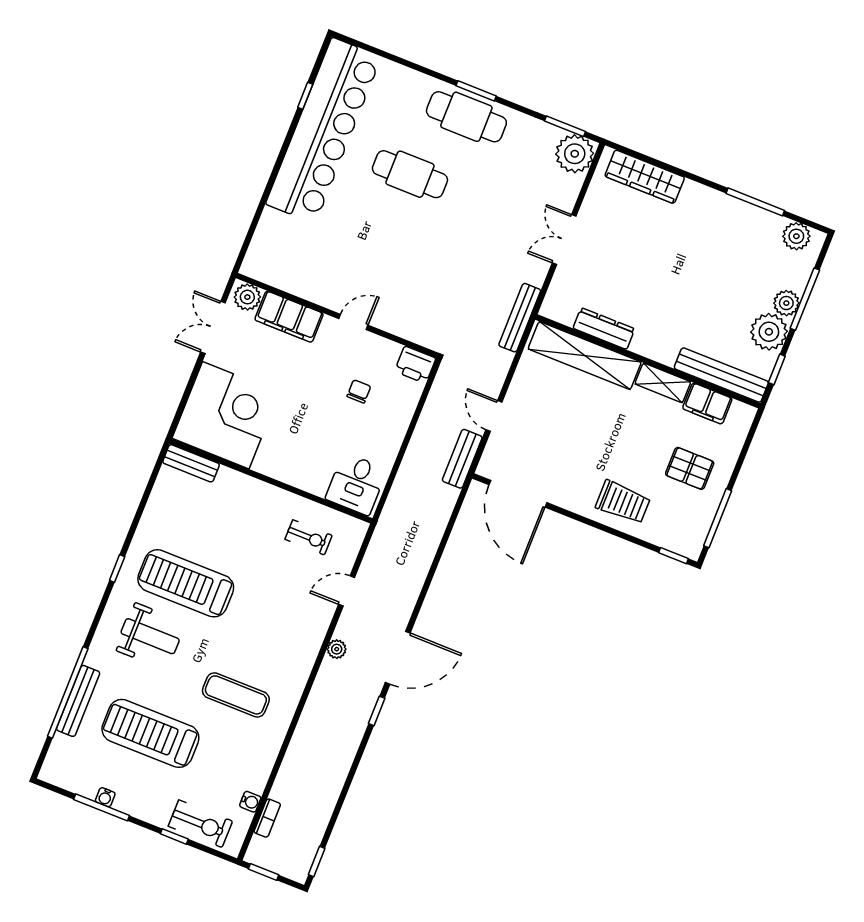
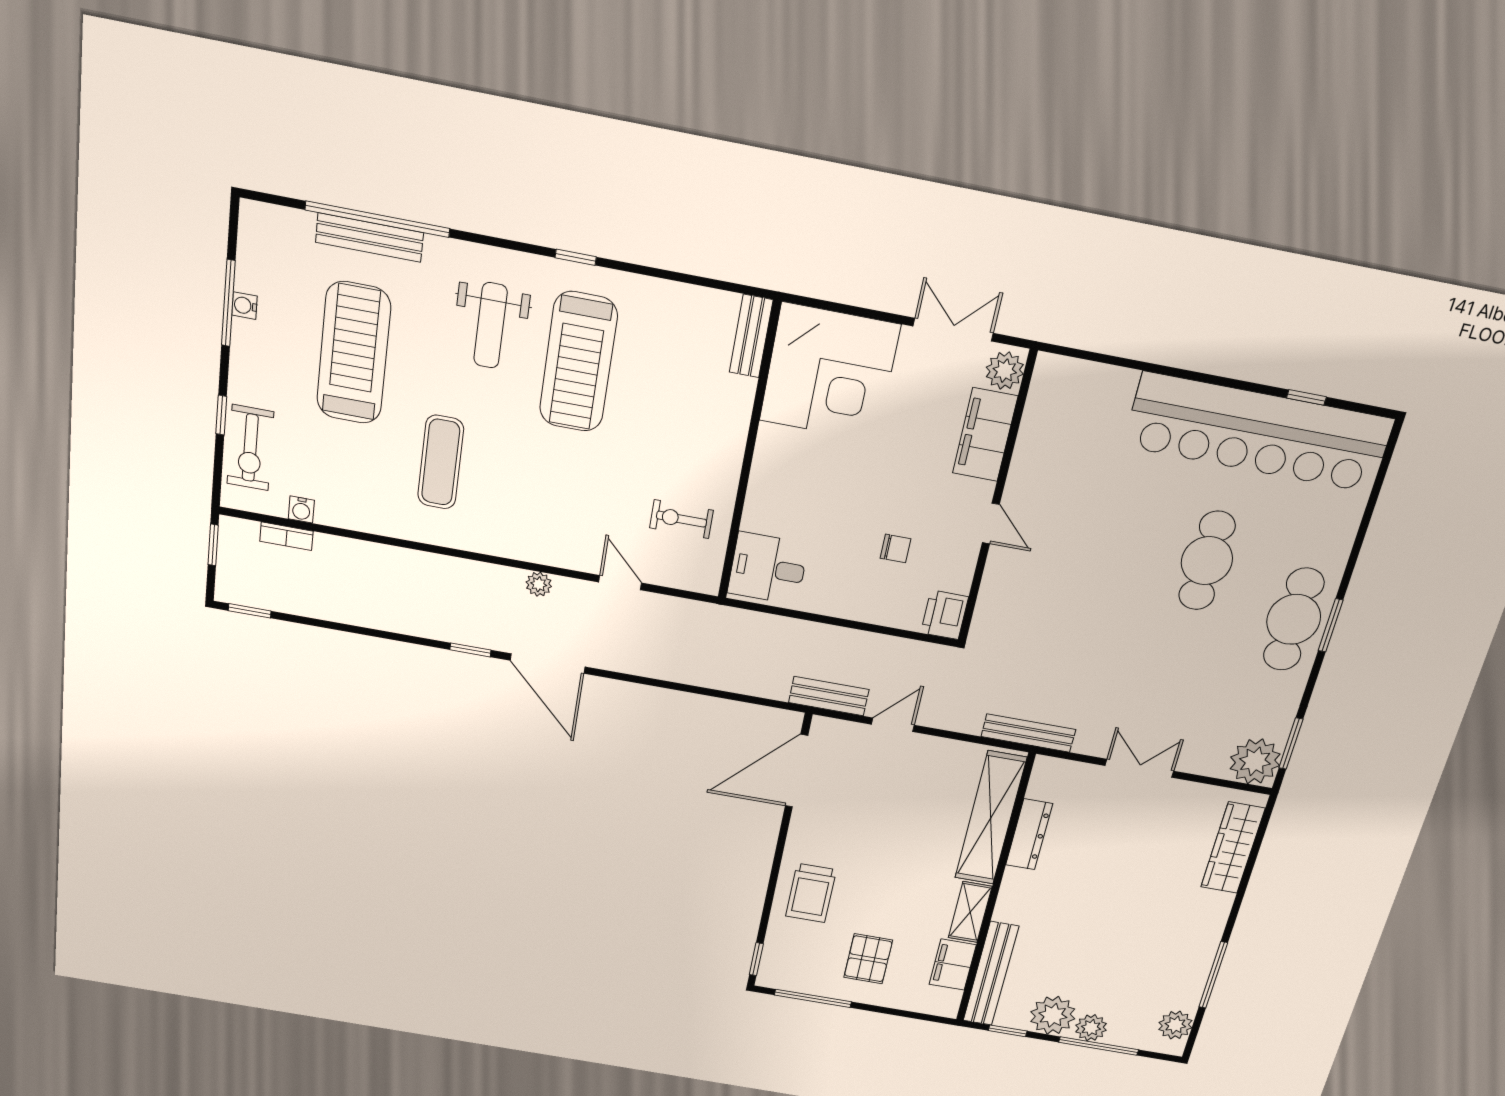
exercise bike: (308, 537) -> (681, 519), turned 90
treadmill: (186, 583) -> (578, 362), turned 180

